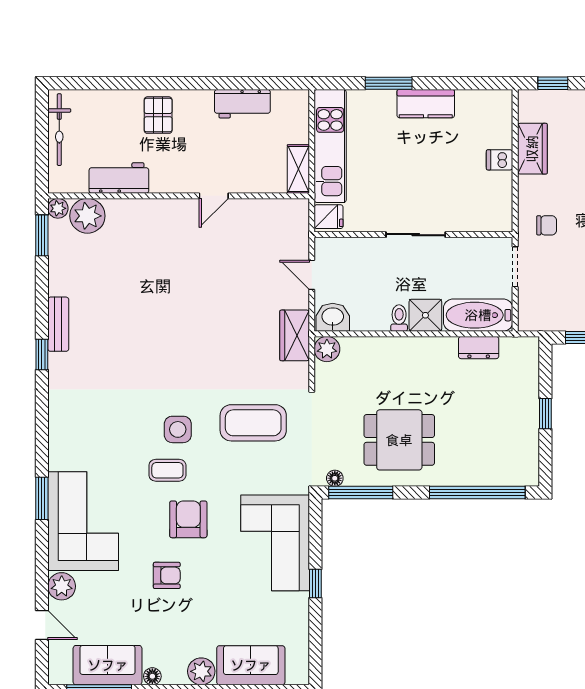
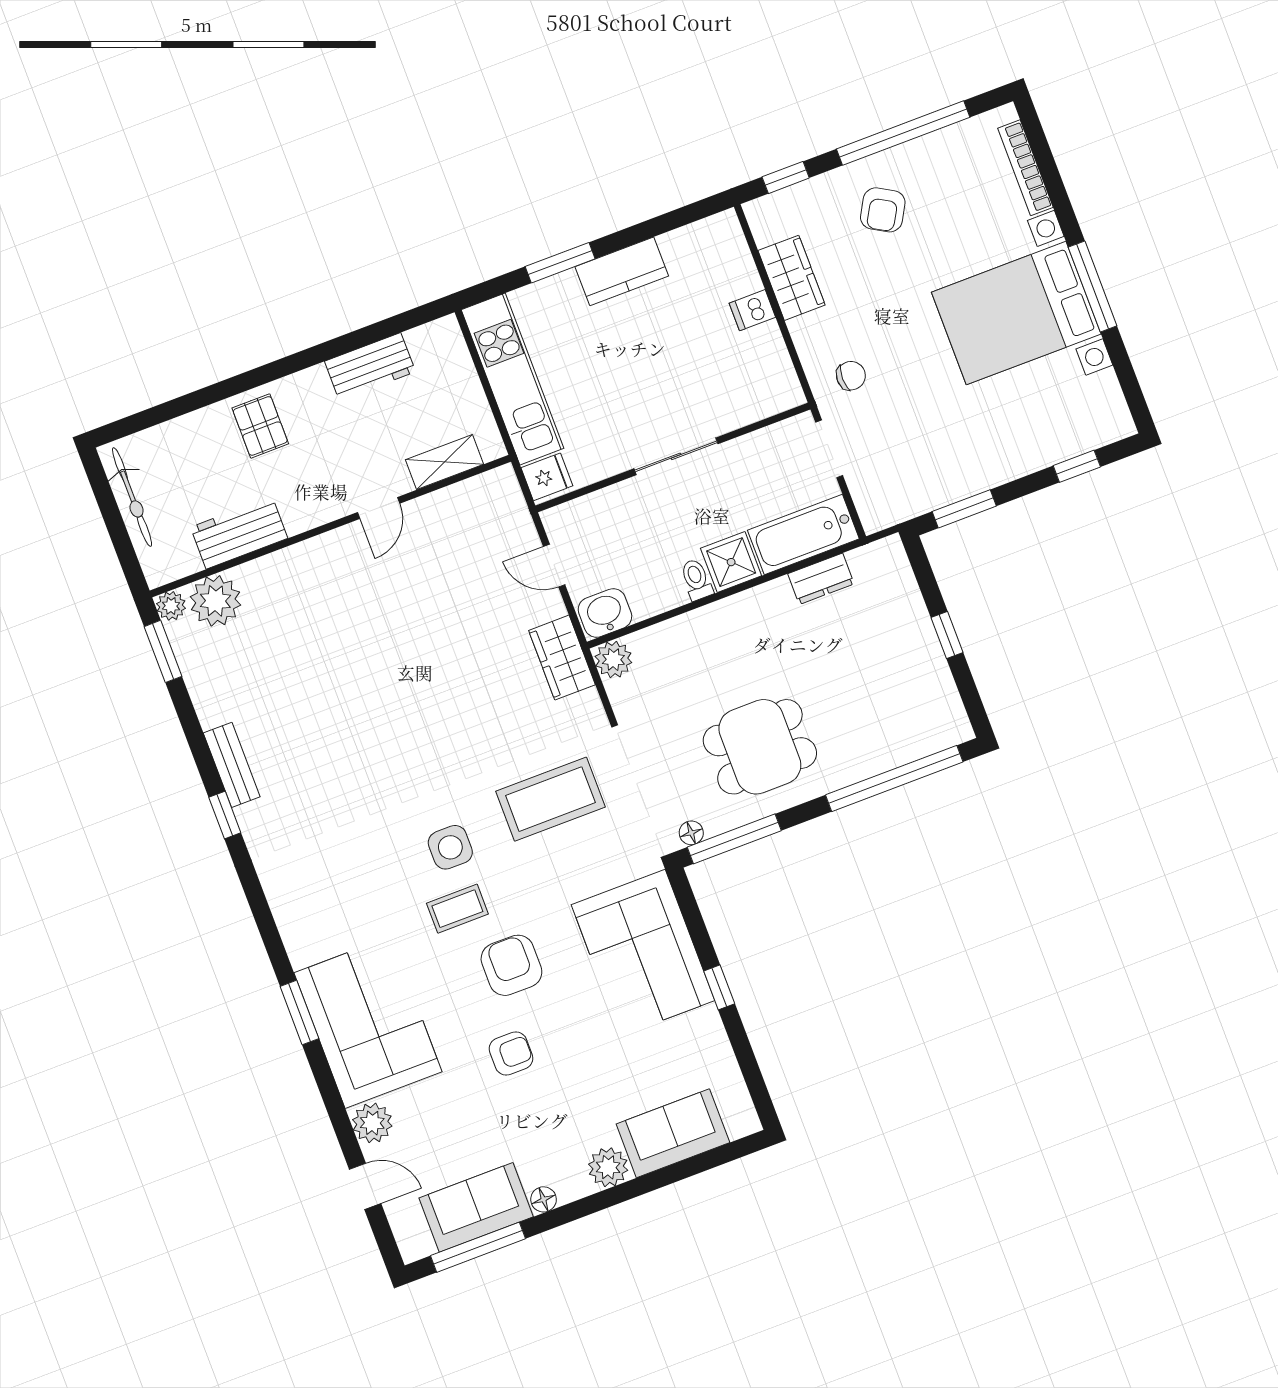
shelving: (298, 169) -> (444, 462), moved, turned 90

